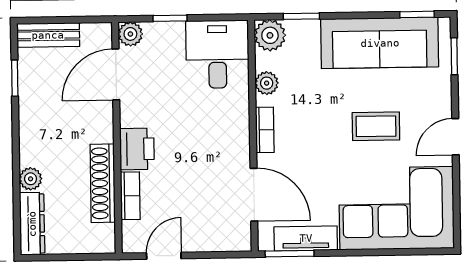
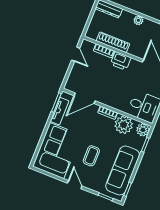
plant: (267, 83) -> (124, 125), width x1.88, depth x1.88
plant: (31, 179) -> (138, 20), moved

